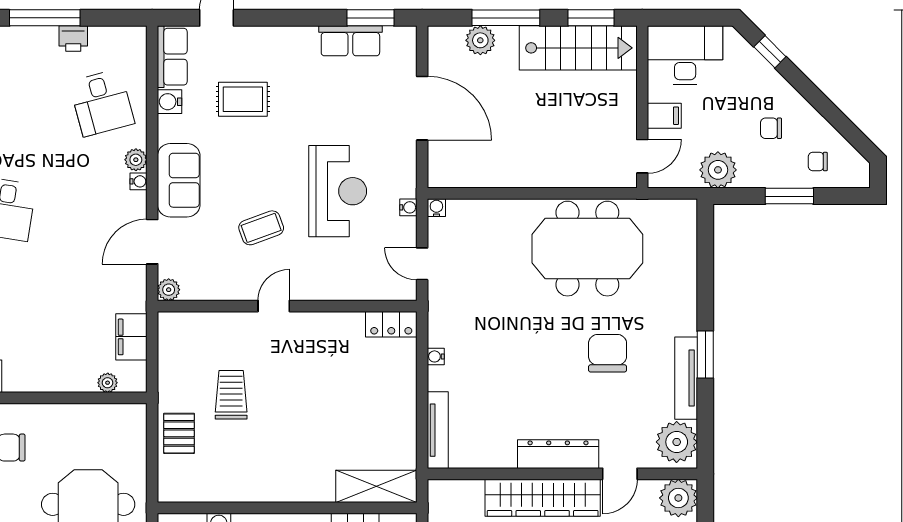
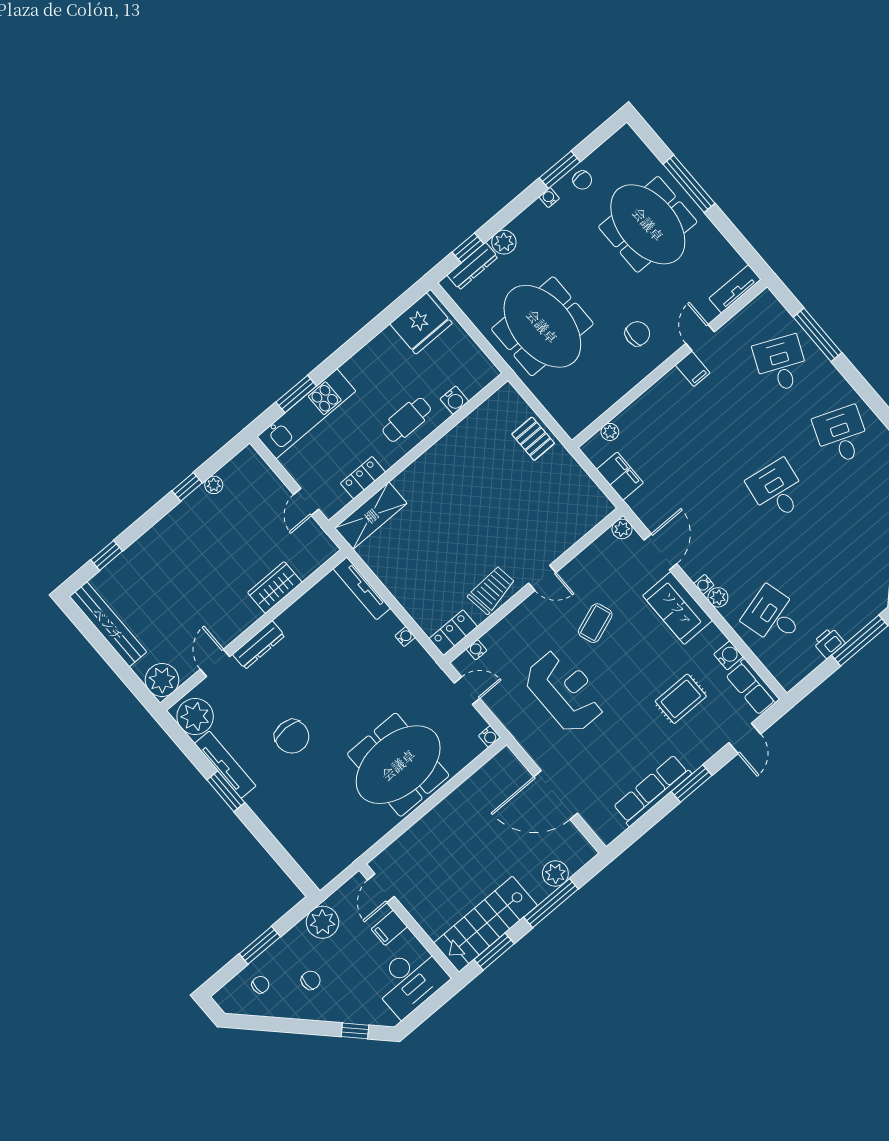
window: (371, 18) -> (692, 783), moved
row of seats: (350, 41) -> (652, 791), width x1.48
reception desk: (338, 191) -> (565, 691), turned 180
water cooler: (408, 207) -> (476, 650), moved, turned 90
meeting table: (587, 249) -> (398, 765), moved
door: (274, 306) -> (542, 578), hinge flipped
trolley: (231, 395) -> (491, 590), moved, turned -98
dresser: (558, 454) -> (259, 645), width x0.73, depth x0.80
wardrobe: (543, 498) -> (275, 587), width x0.48, depth x0.85

